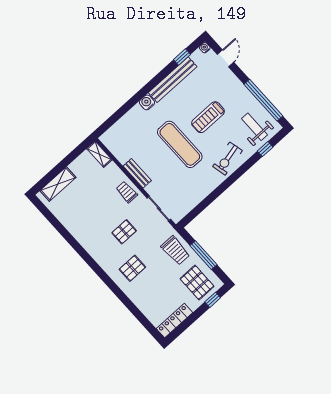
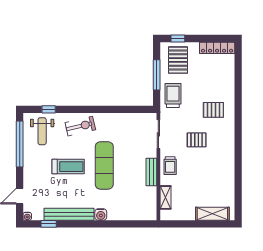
shelving: (99, 154) -> (165, 197), moved

